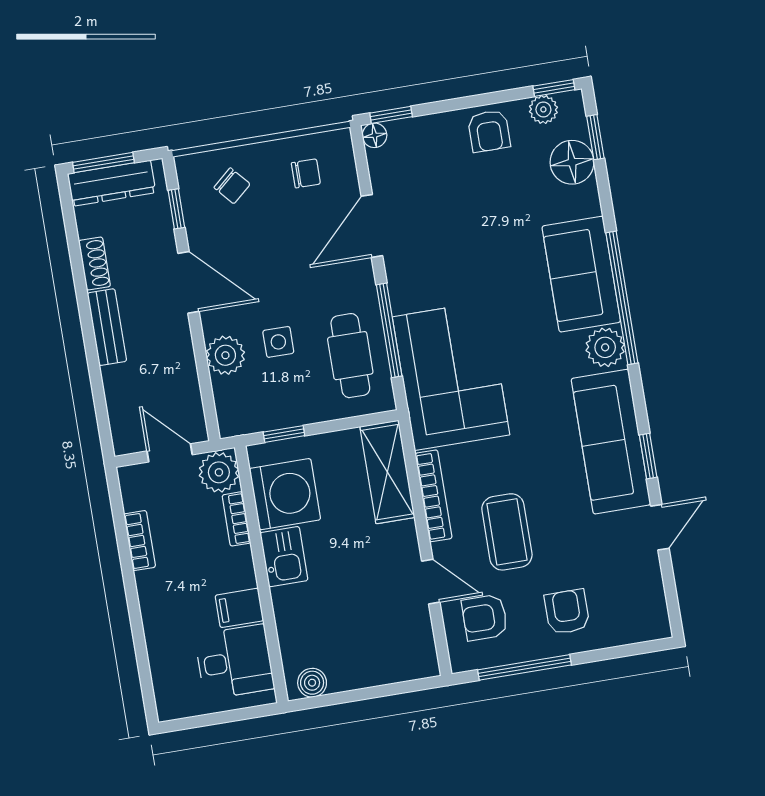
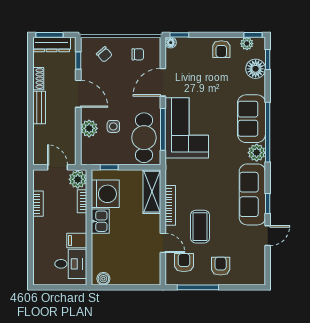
cafe table: (350, 356) -> (144, 138), width x1.37, depth x1.35
corner sofa: (451, 376) -> (187, 128), moved
armchair: (485, 617) -> (184, 263), turned 90

